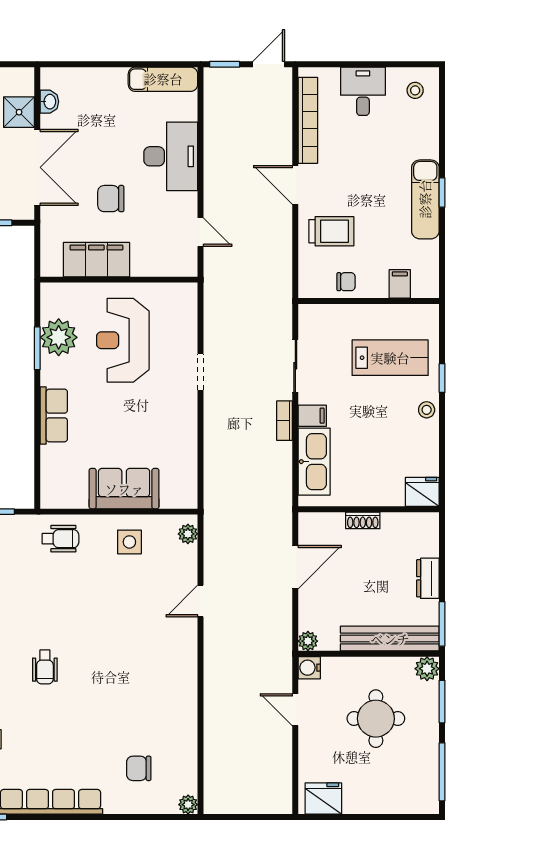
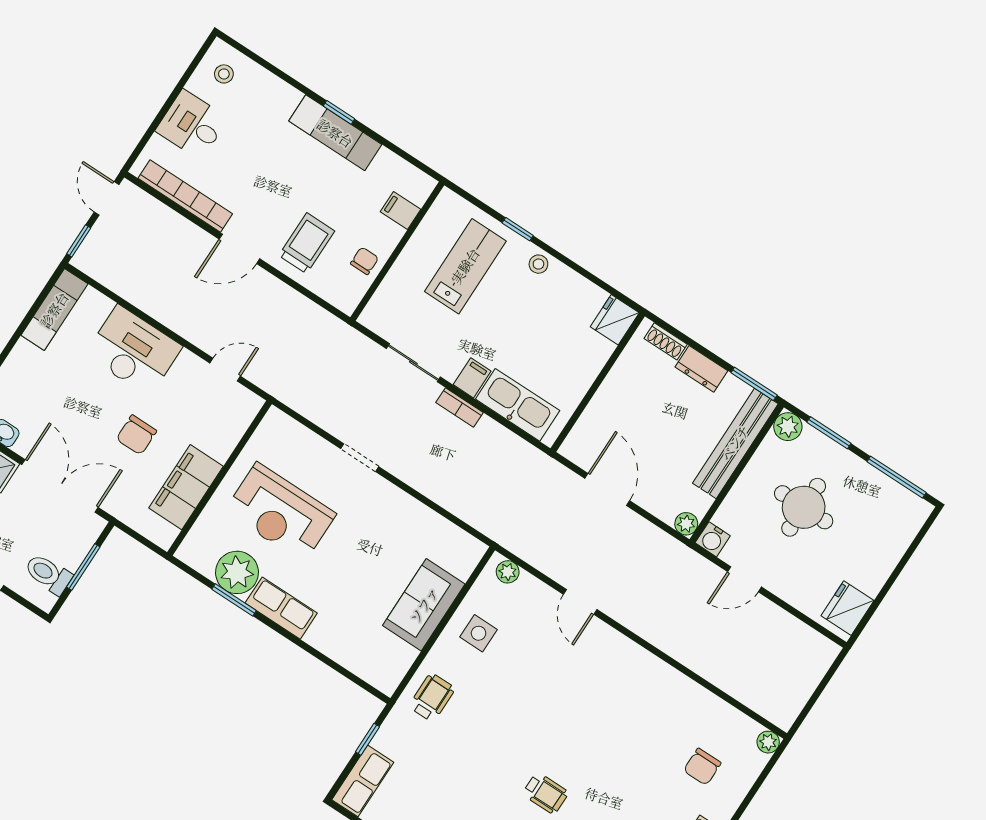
row of seats: (54, 415) -> (281, 608), moved
shoe rack: (363, 520) -> (666, 341), moved, turned 90

